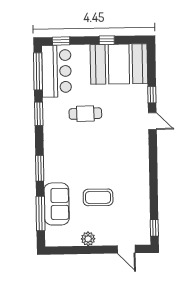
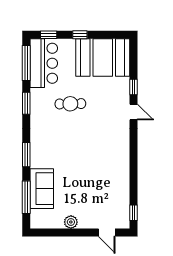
window: (107, 40) -> (80, 35), moved
coffee table: (98, 197) -> (81, 183), removed

